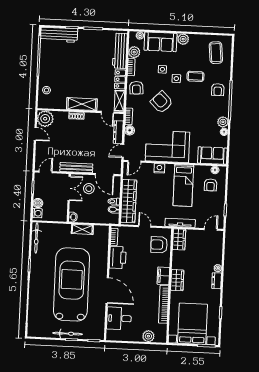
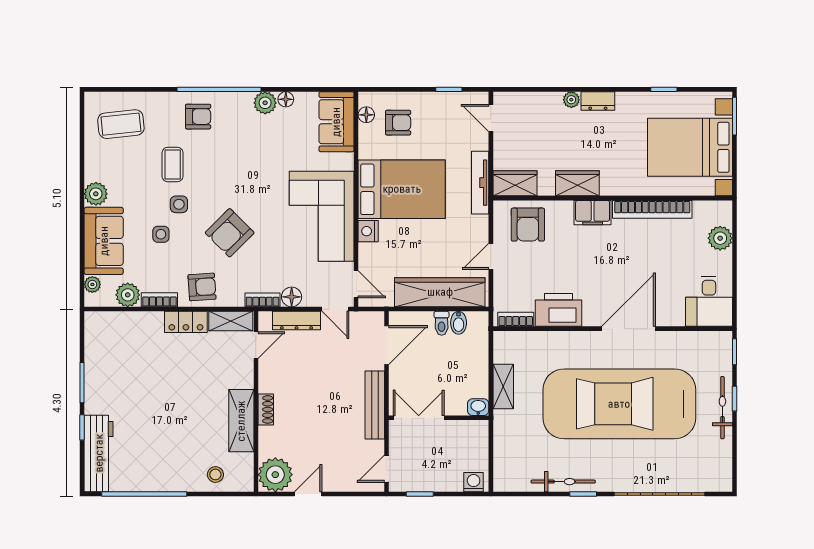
workbench: (120, 51) -> (126, 325), removed
shelving: (82, 104) -> (241, 421), moved
door: (46, 172) -> (386, 469), hinge flipped
bed: (183, 185) -> (402, 189), width x1.50
stool: (89, 189) -> (417, 377), removed
boiler: (38, 203) -> (452, 482), removed
bicycle: (36, 238) -> (563, 482), moved
wardrobe: (177, 280) -> (577, 183), moved
desk: (119, 318) -> (709, 301), moved

